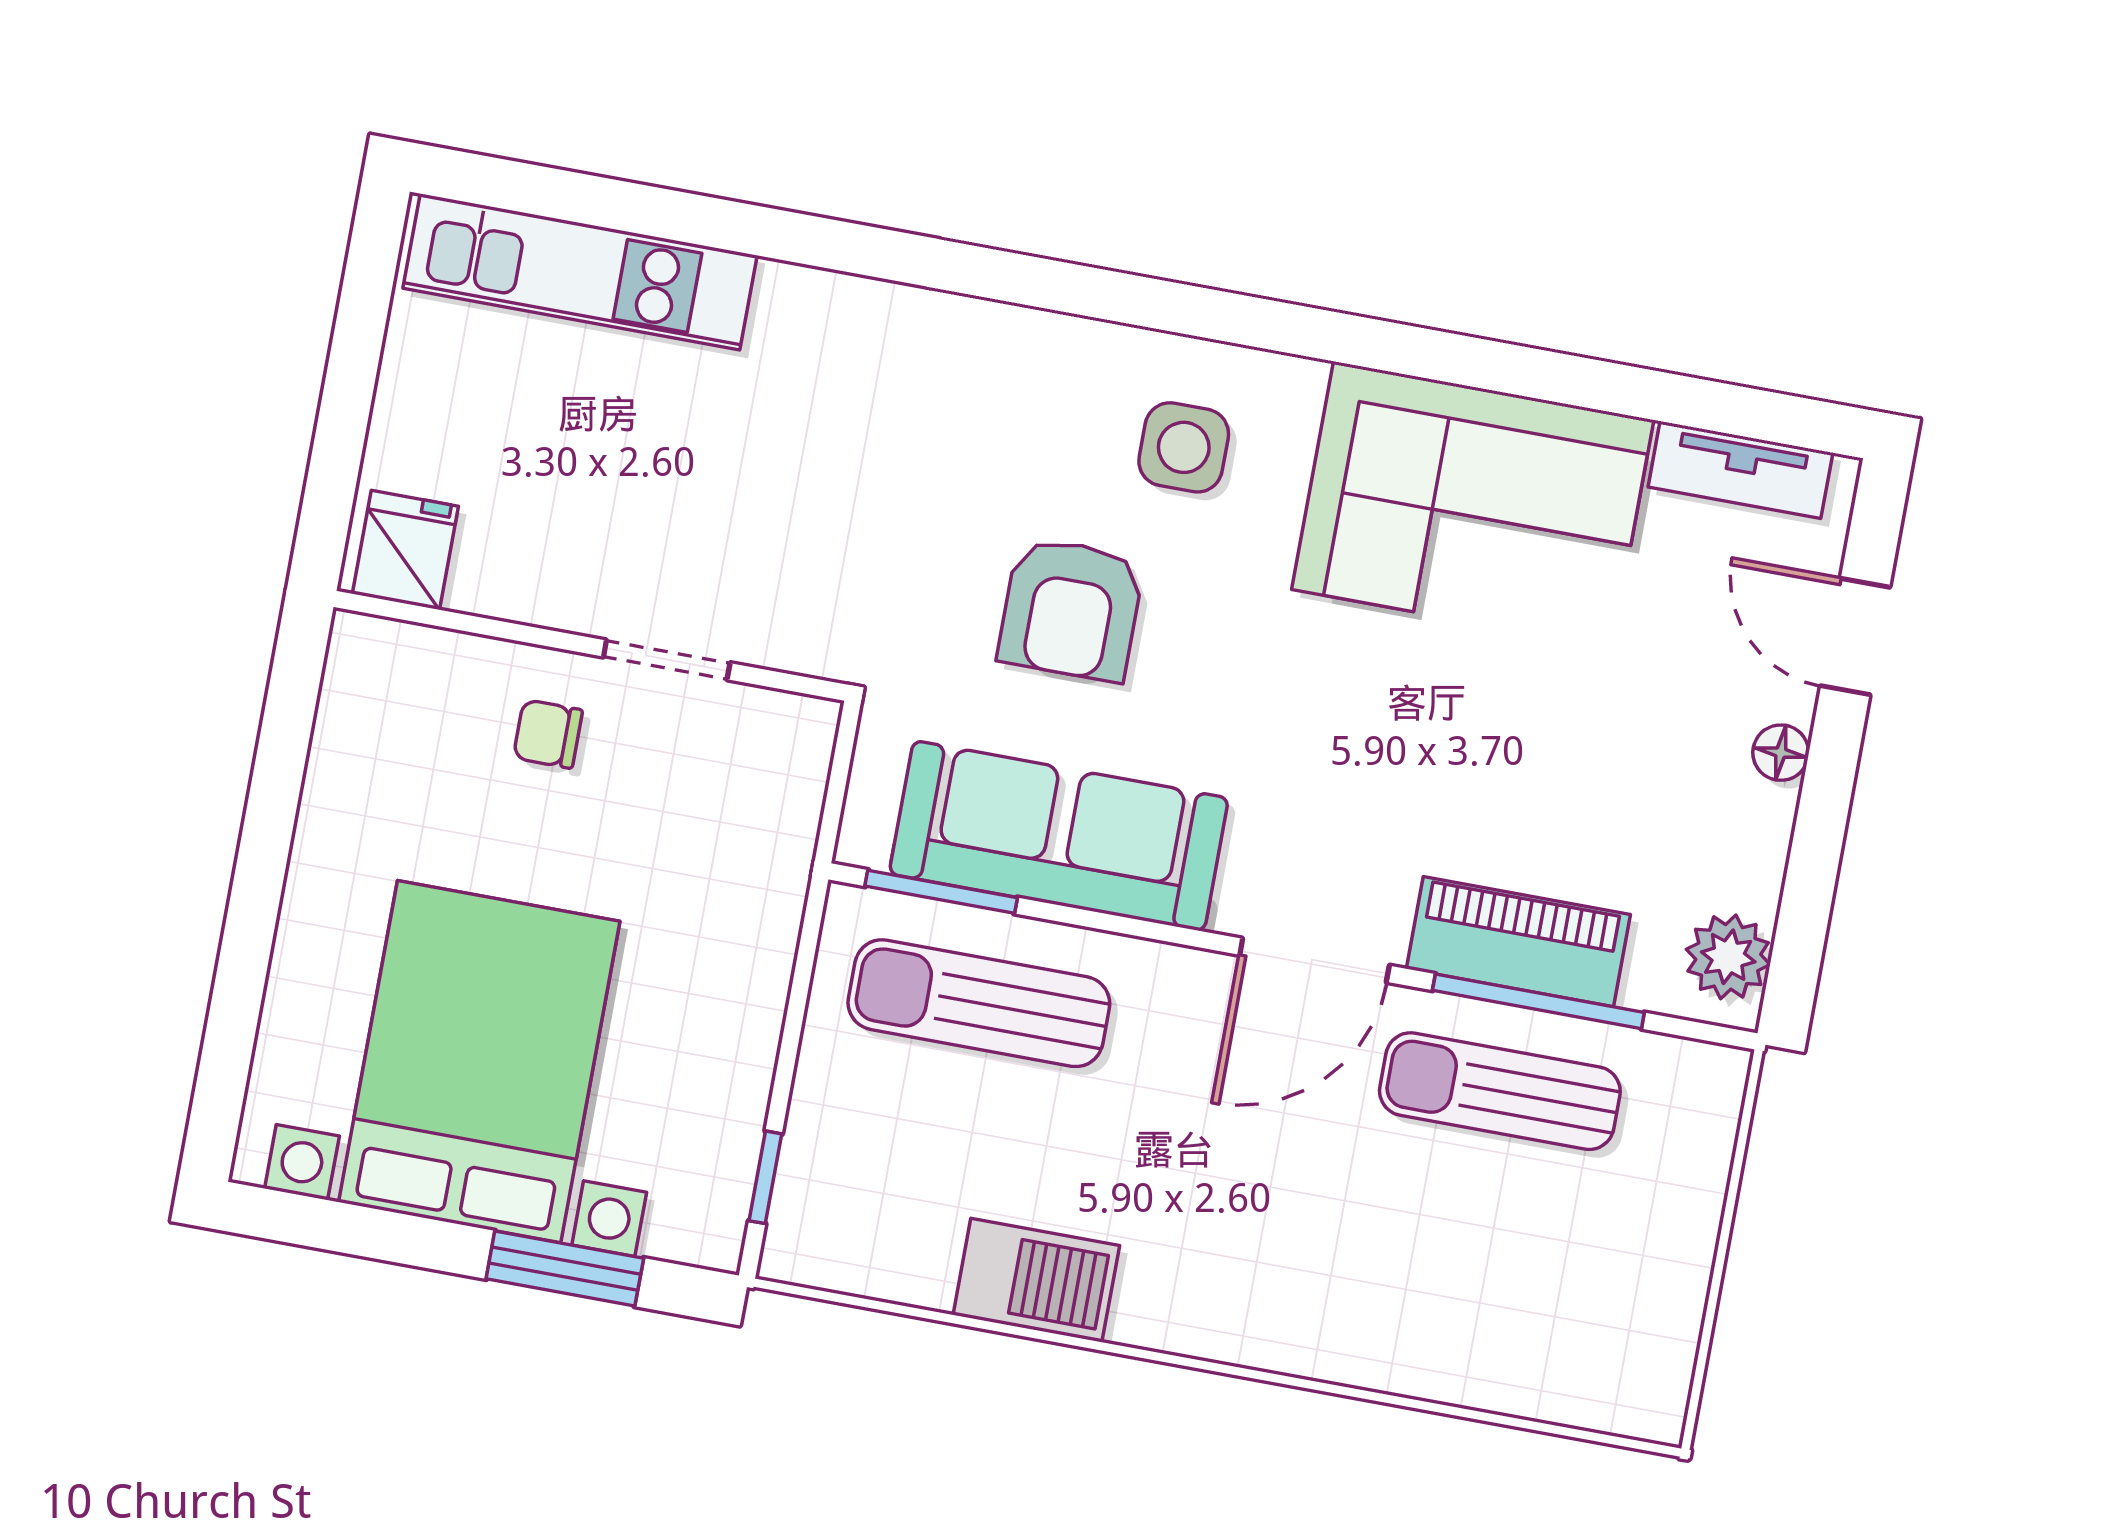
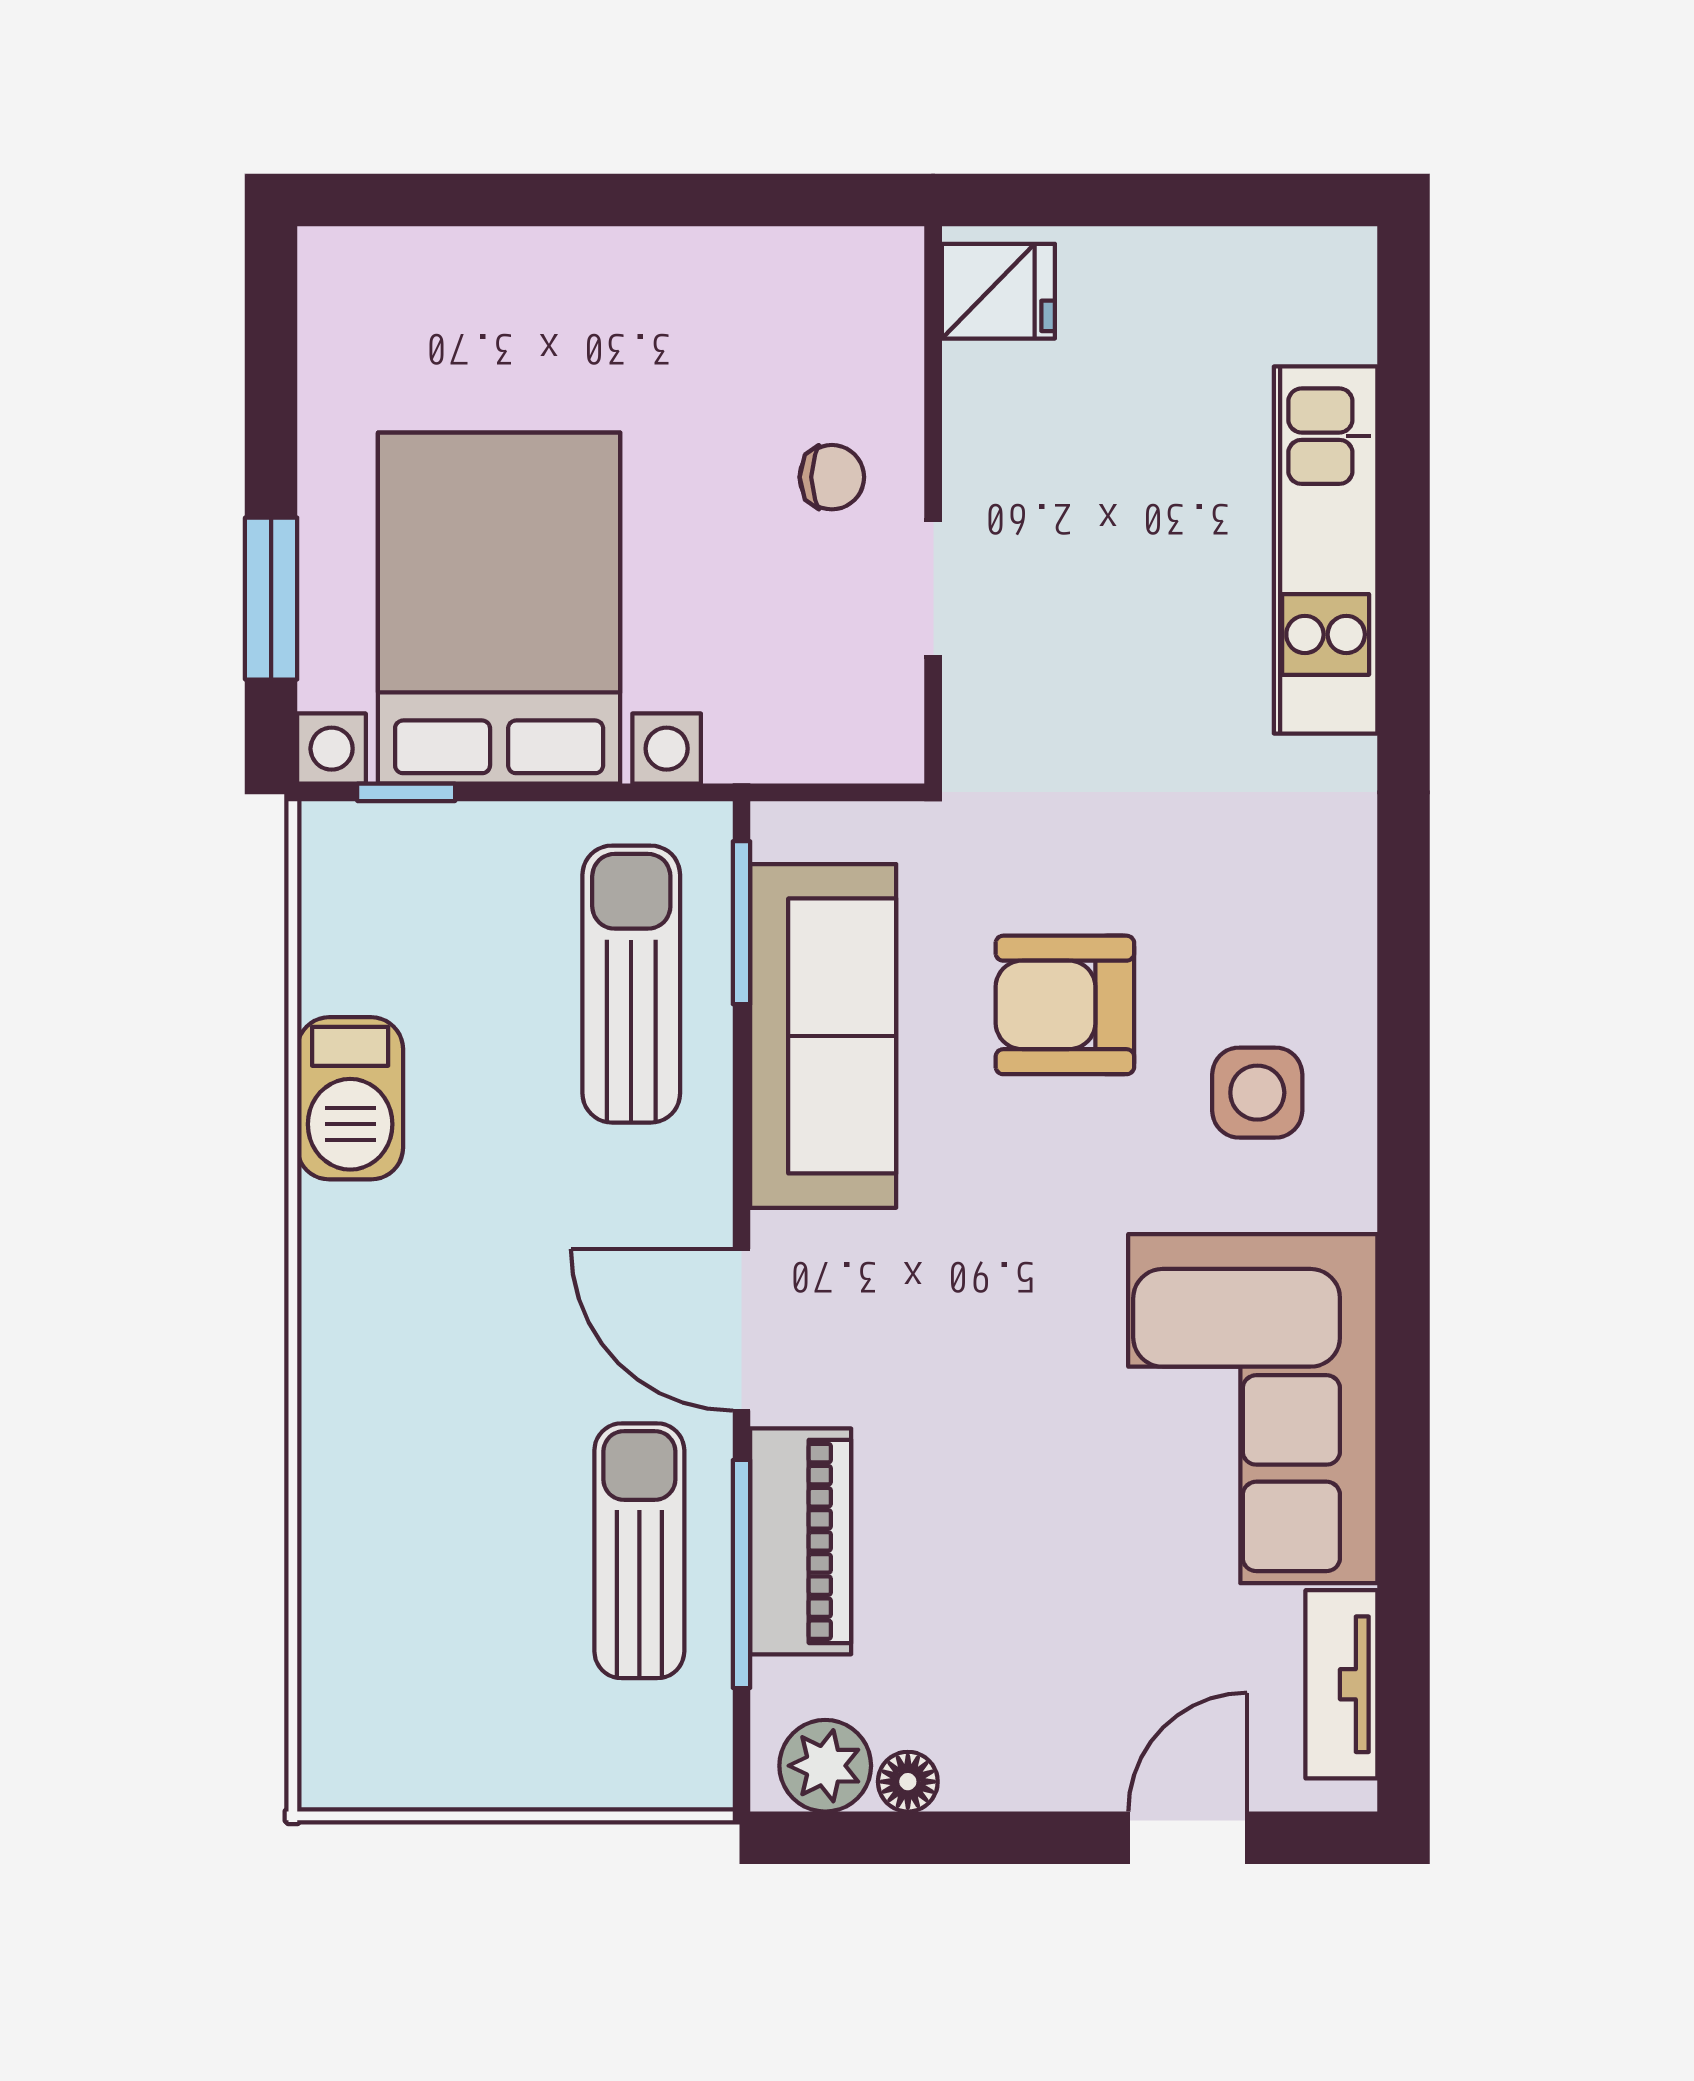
kitchen unit: (580, 272) -> (1326, 550), moved
chair: (548, 734) -> (832, 477), turned 90
floor lamp: (1781, 753) -> (908, 1782), moved
bed with nightstands: (479, 1062) -> (499, 608), moved, turned -90

